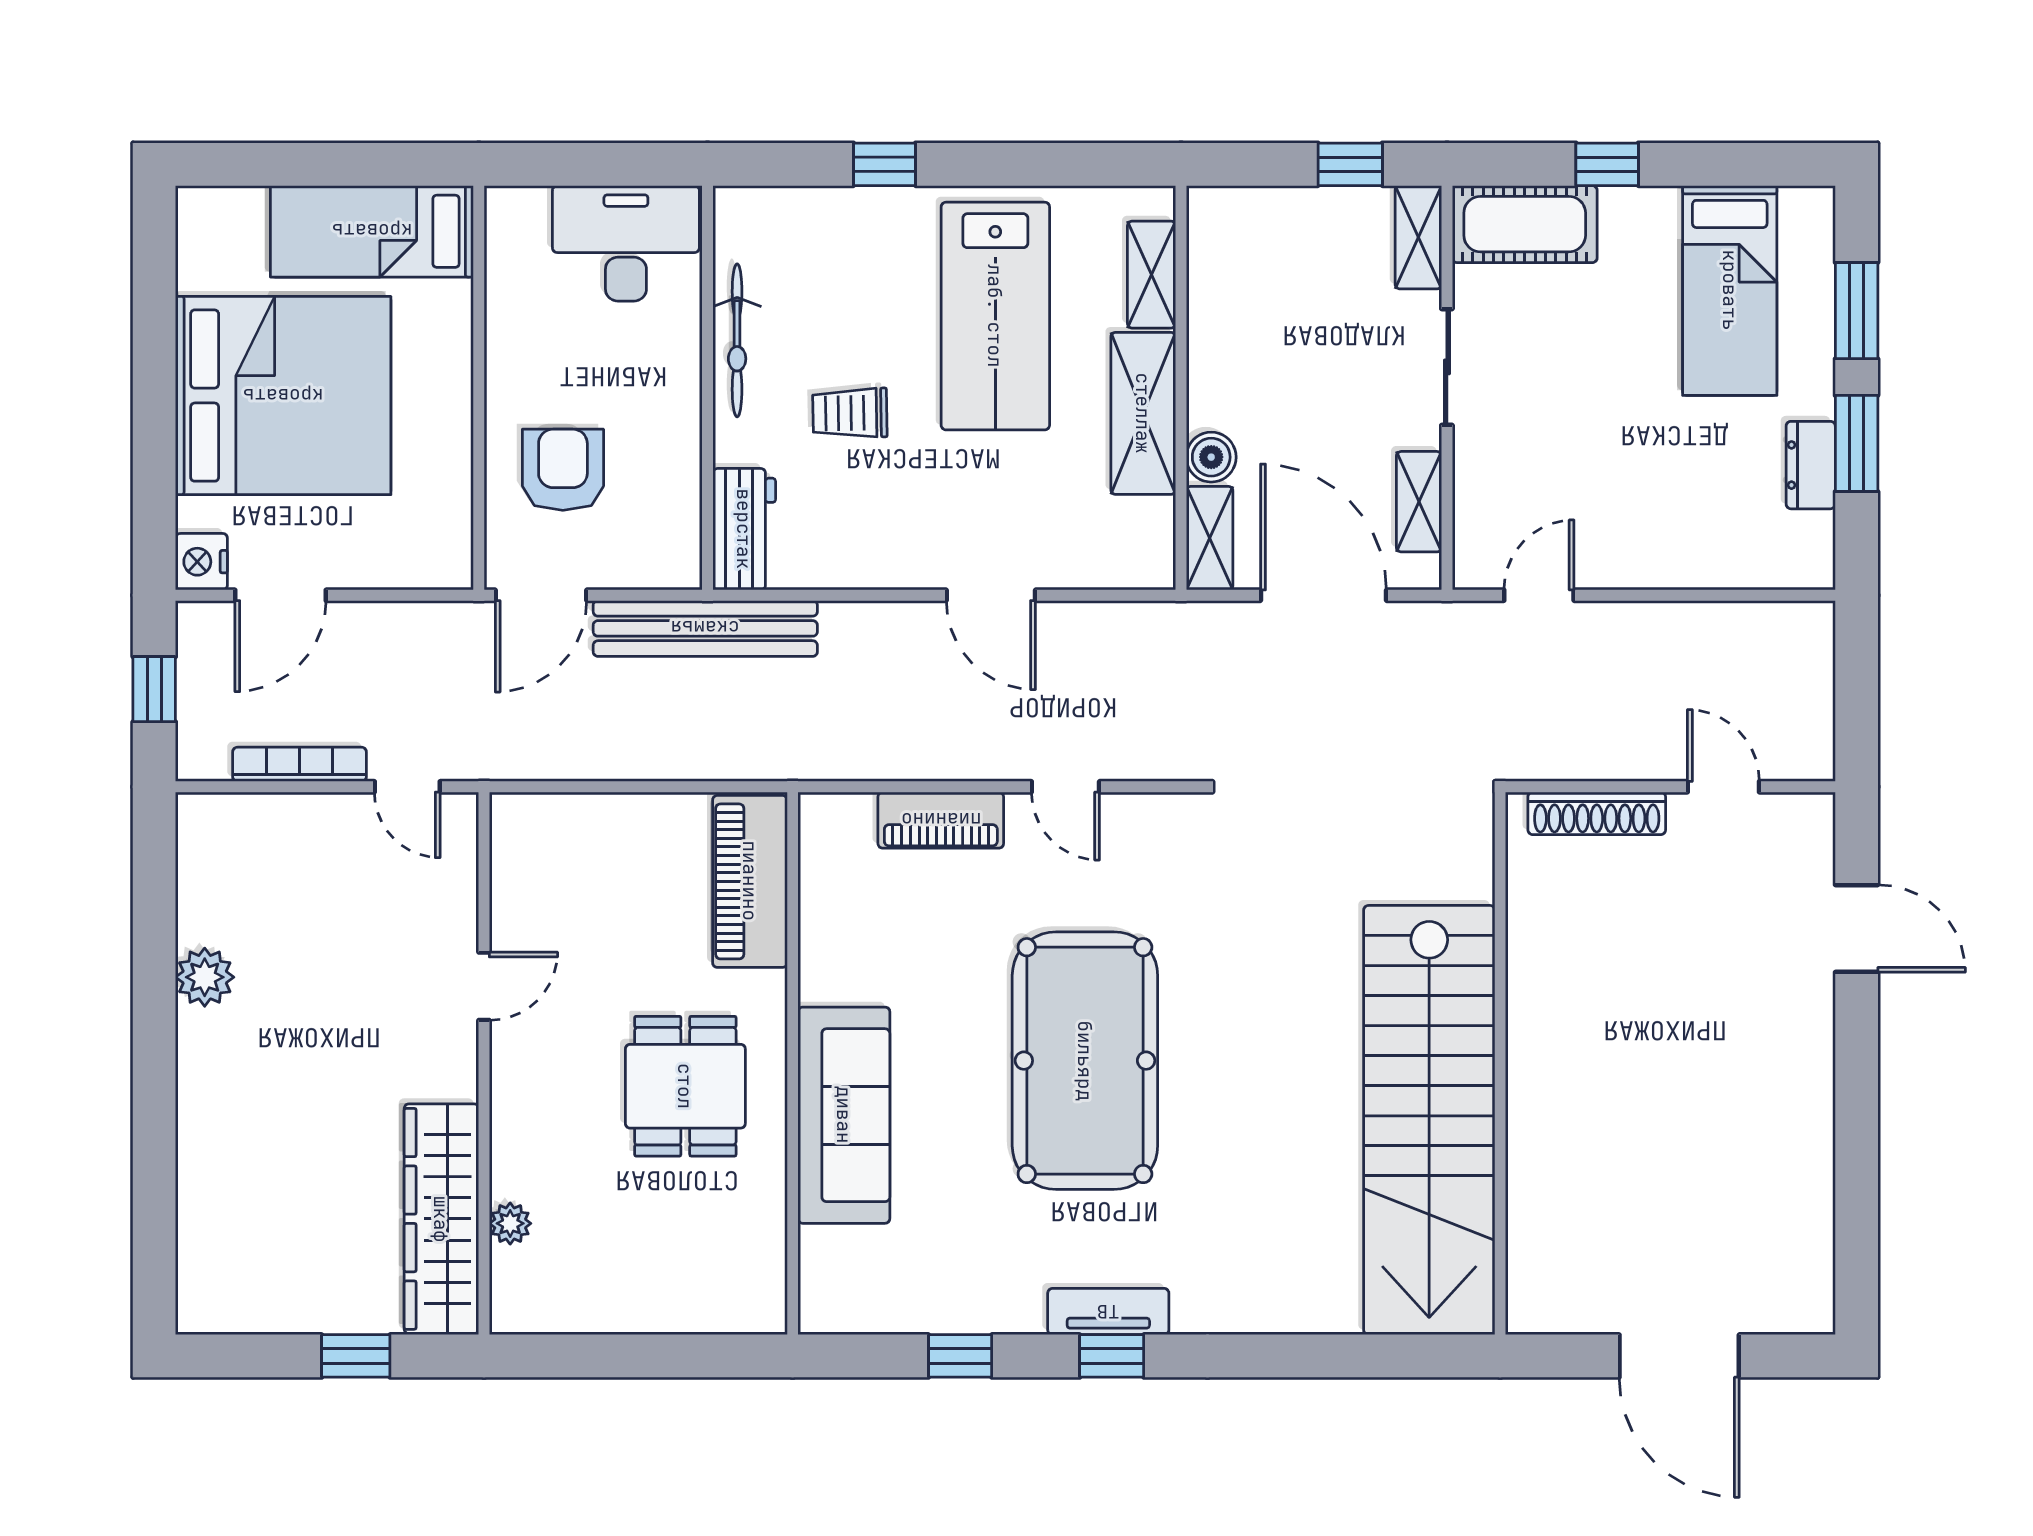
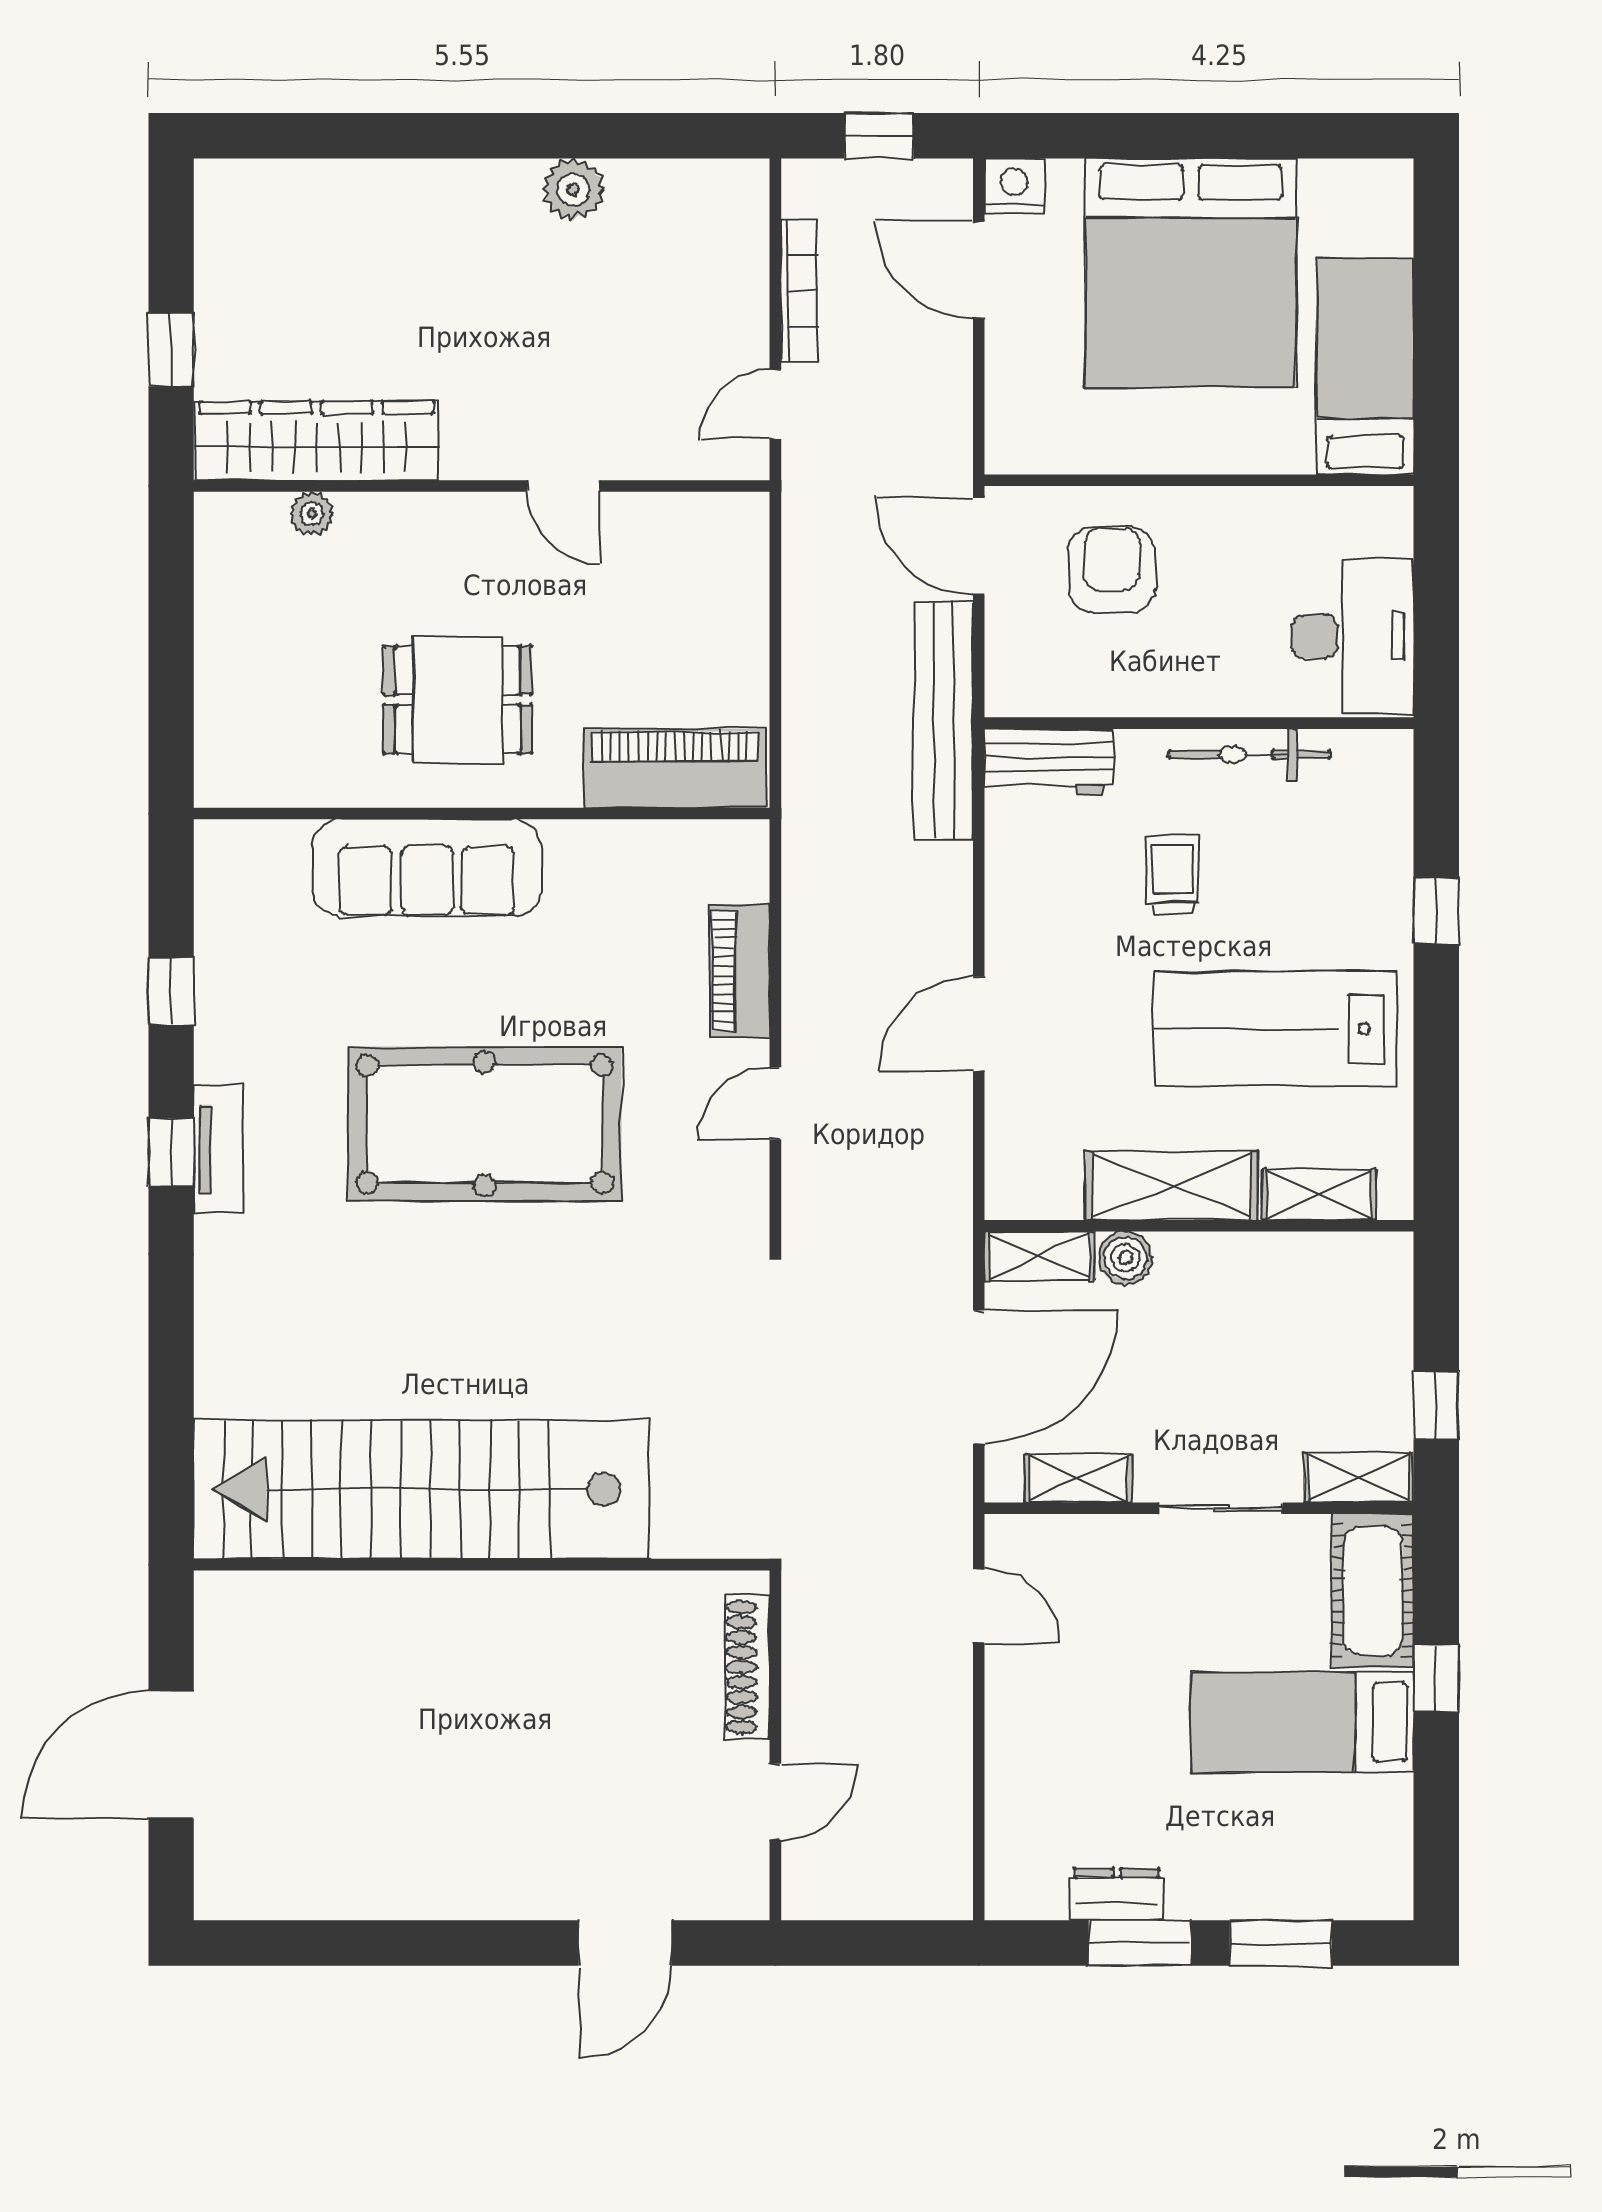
bed: (1730, 290) -> (1302, 1722), moved
armchair: (563, 470) -> (1112, 570), turned -90

